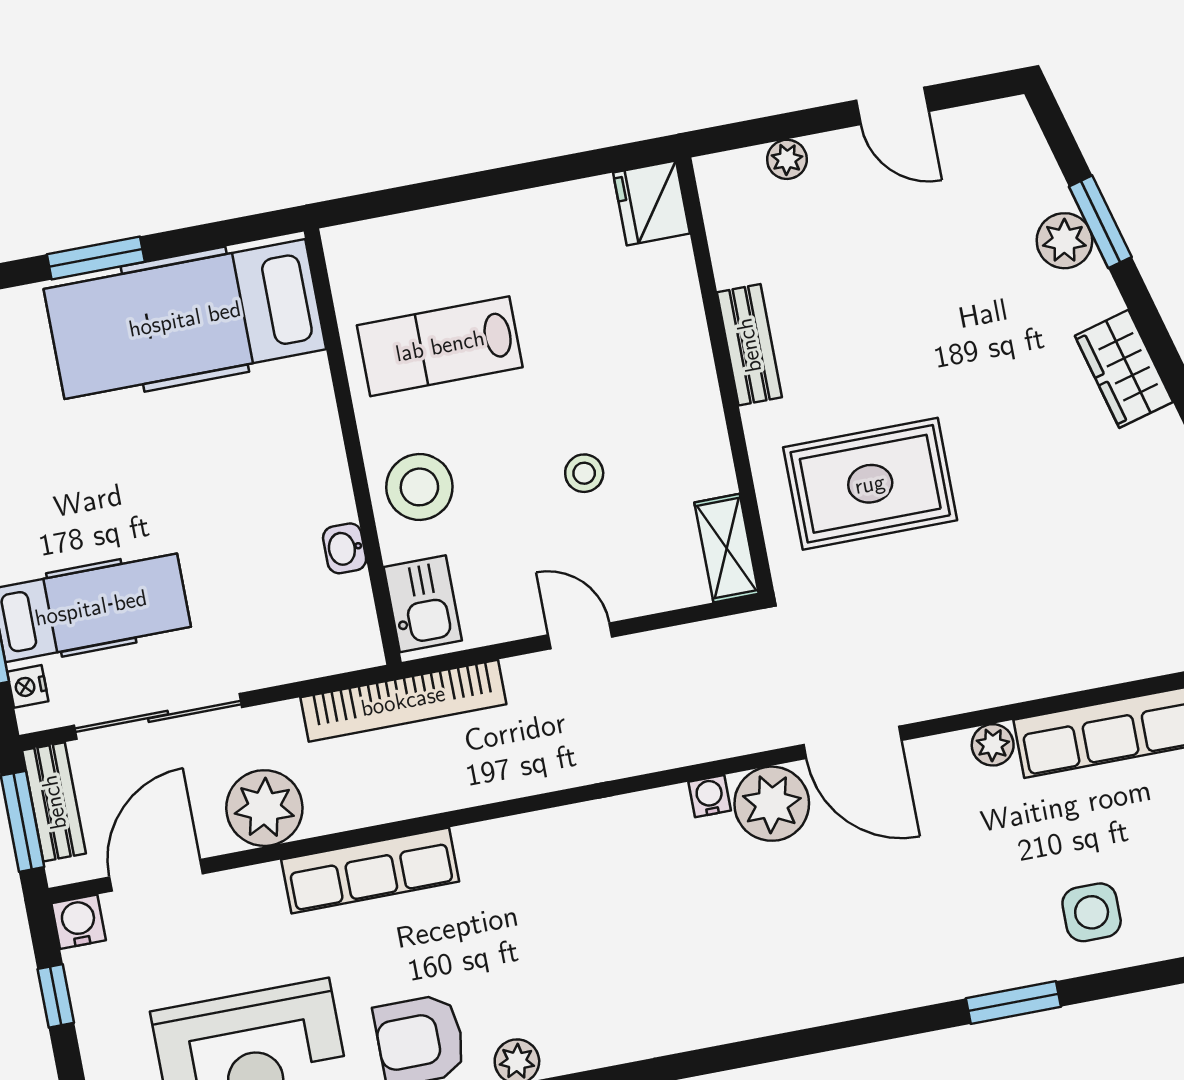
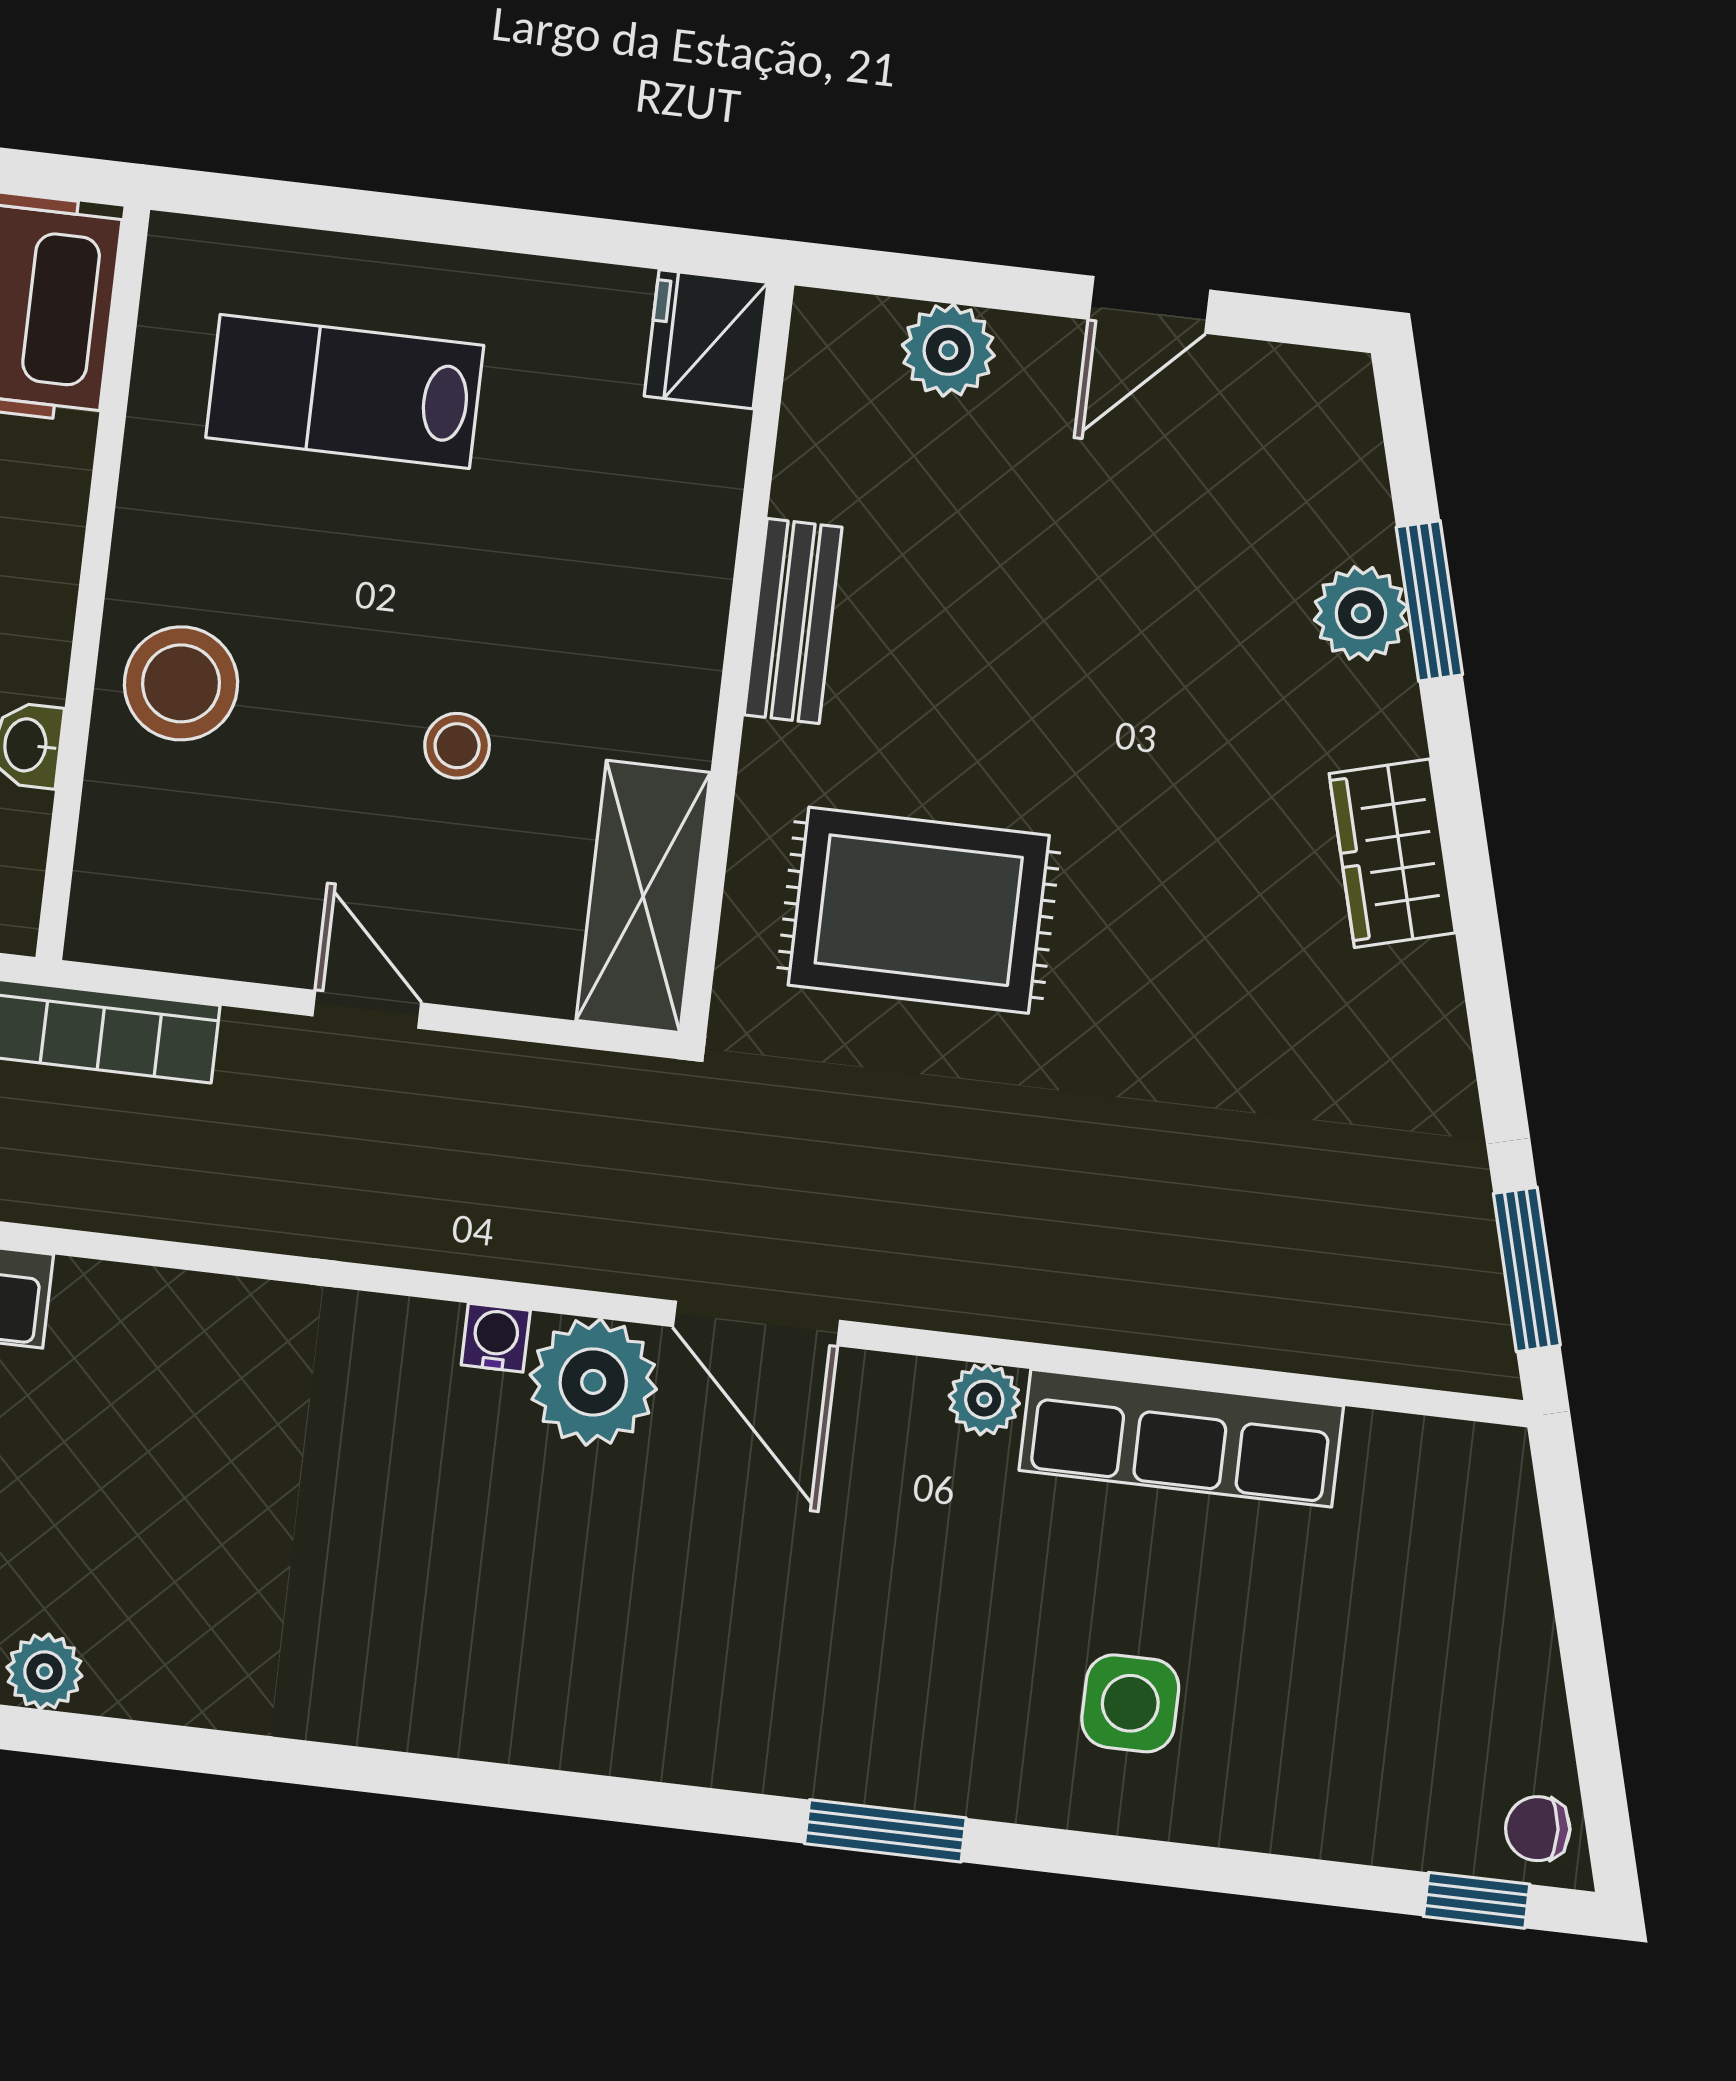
door: (892, 106) -> (1149, 305), hinge flipped
plant: (787, 159) -> (948, 350), width x1.38, depth x1.38
lab bench: (440, 346) -> (345, 391), moved
shelving: (727, 548) -> (643, 896), width x1.50, depth x1.33
kitchen sink: (423, 604) -> (126, 876), removed
side table: (1092, 912) -> (1130, 1703), moved

